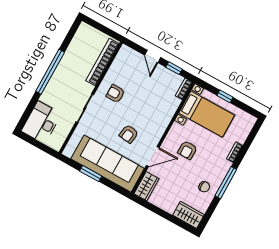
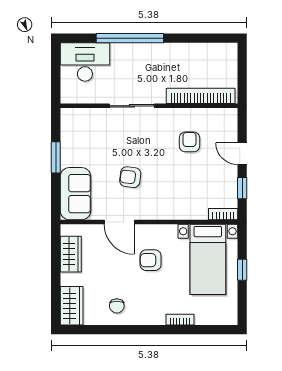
door: (153, 56) -> (242, 154), hinge flipped
window: (50, 72) -> (130, 38), moved
armchair: (115, 94) -> (189, 142), moved
sofa: (108, 164) -> (75, 194), width x0.54, depth x0.79
window: (226, 183) -> (137, 330), removed
wardrobe: (147, 186) -> (71, 254), moved, turned -90

